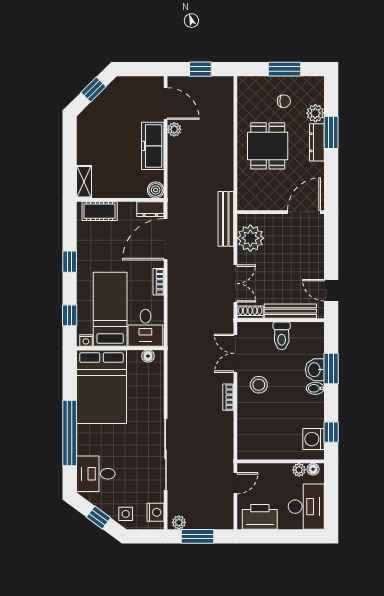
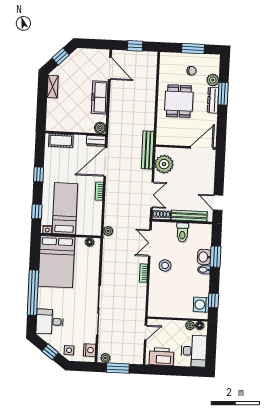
plant: (174, 129) -> (108, 231), moved
shelving: (84, 182) -> (53, 87), moved
desk: (145, 328) -> (89, 222), removed

